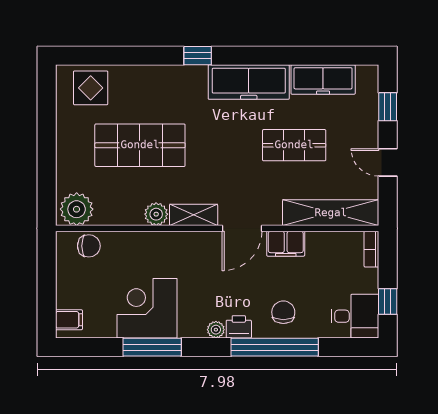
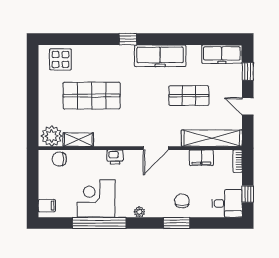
freezer: (323, 80) -> (222, 54), moved
plant: (156, 214) -> (102, 139), removed
shelving: (194, 215) -> (78, 140), moved
filing cabinet: (286, 244) -> (201, 158), moved
chair: (89, 246) -> (59, 159), turned 180
printer: (239, 327) -> (115, 157), moved, turned 180
window: (152, 347) -> (99, 223), width x1.46
window: (275, 347) -> (177, 223), width x0.47

